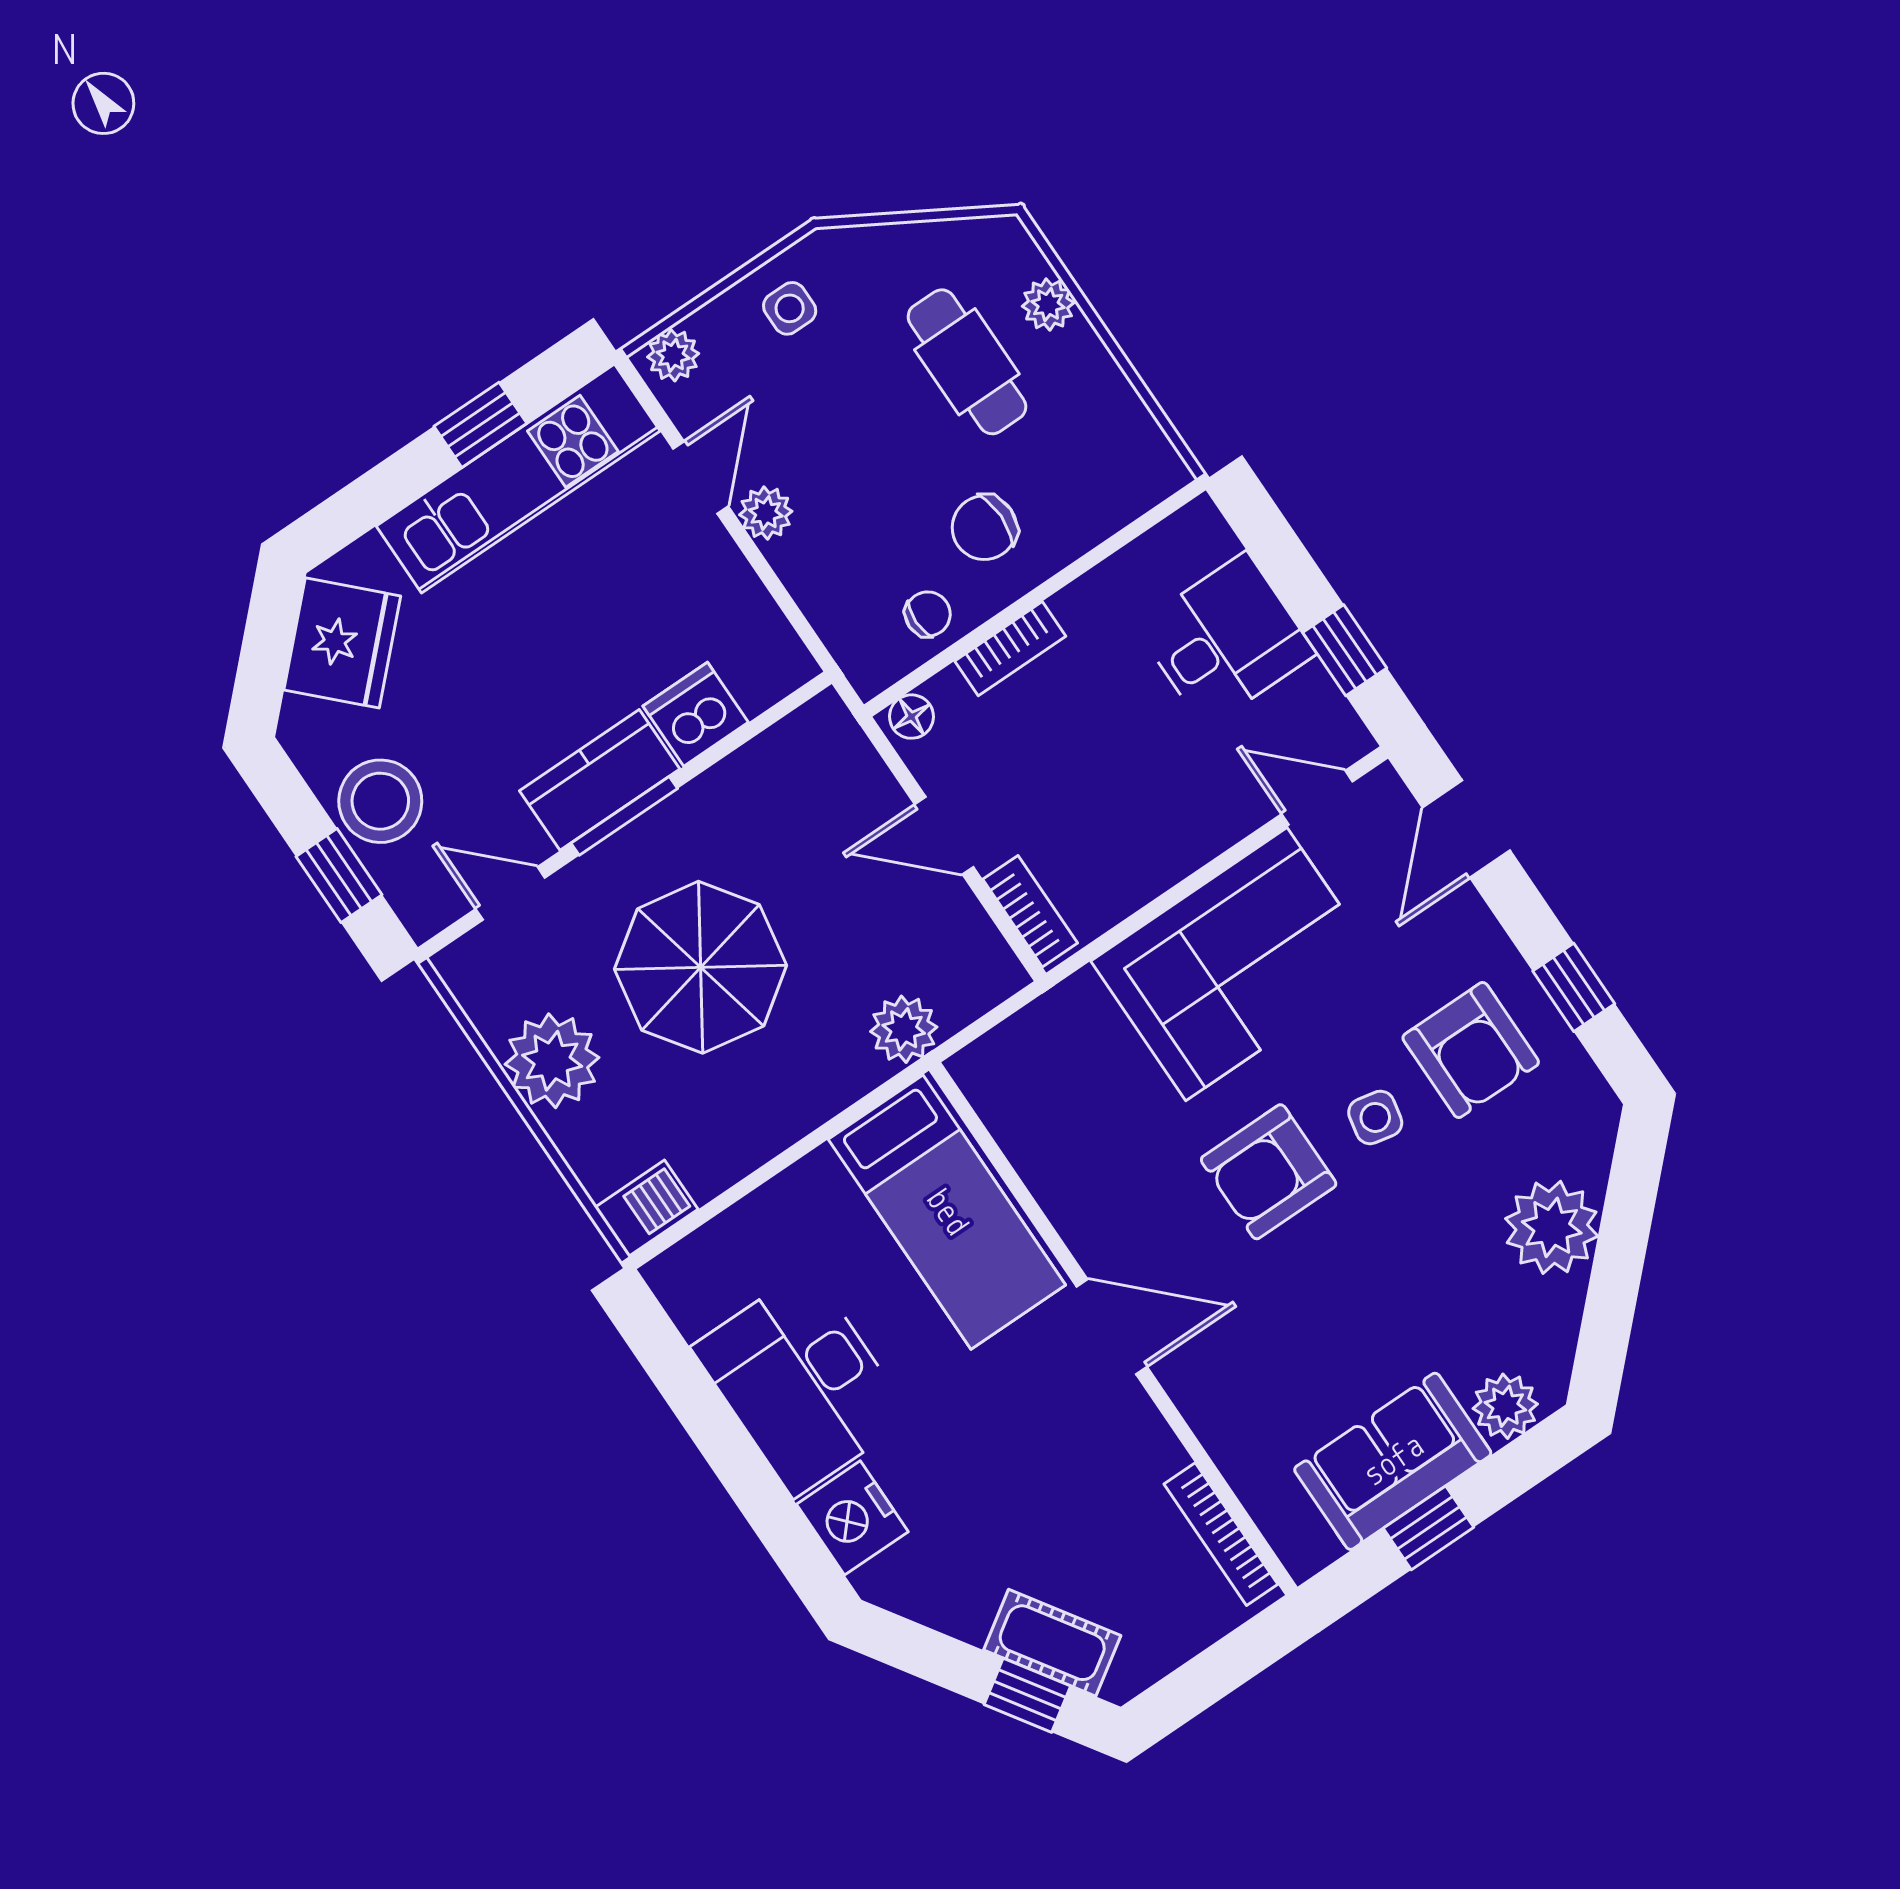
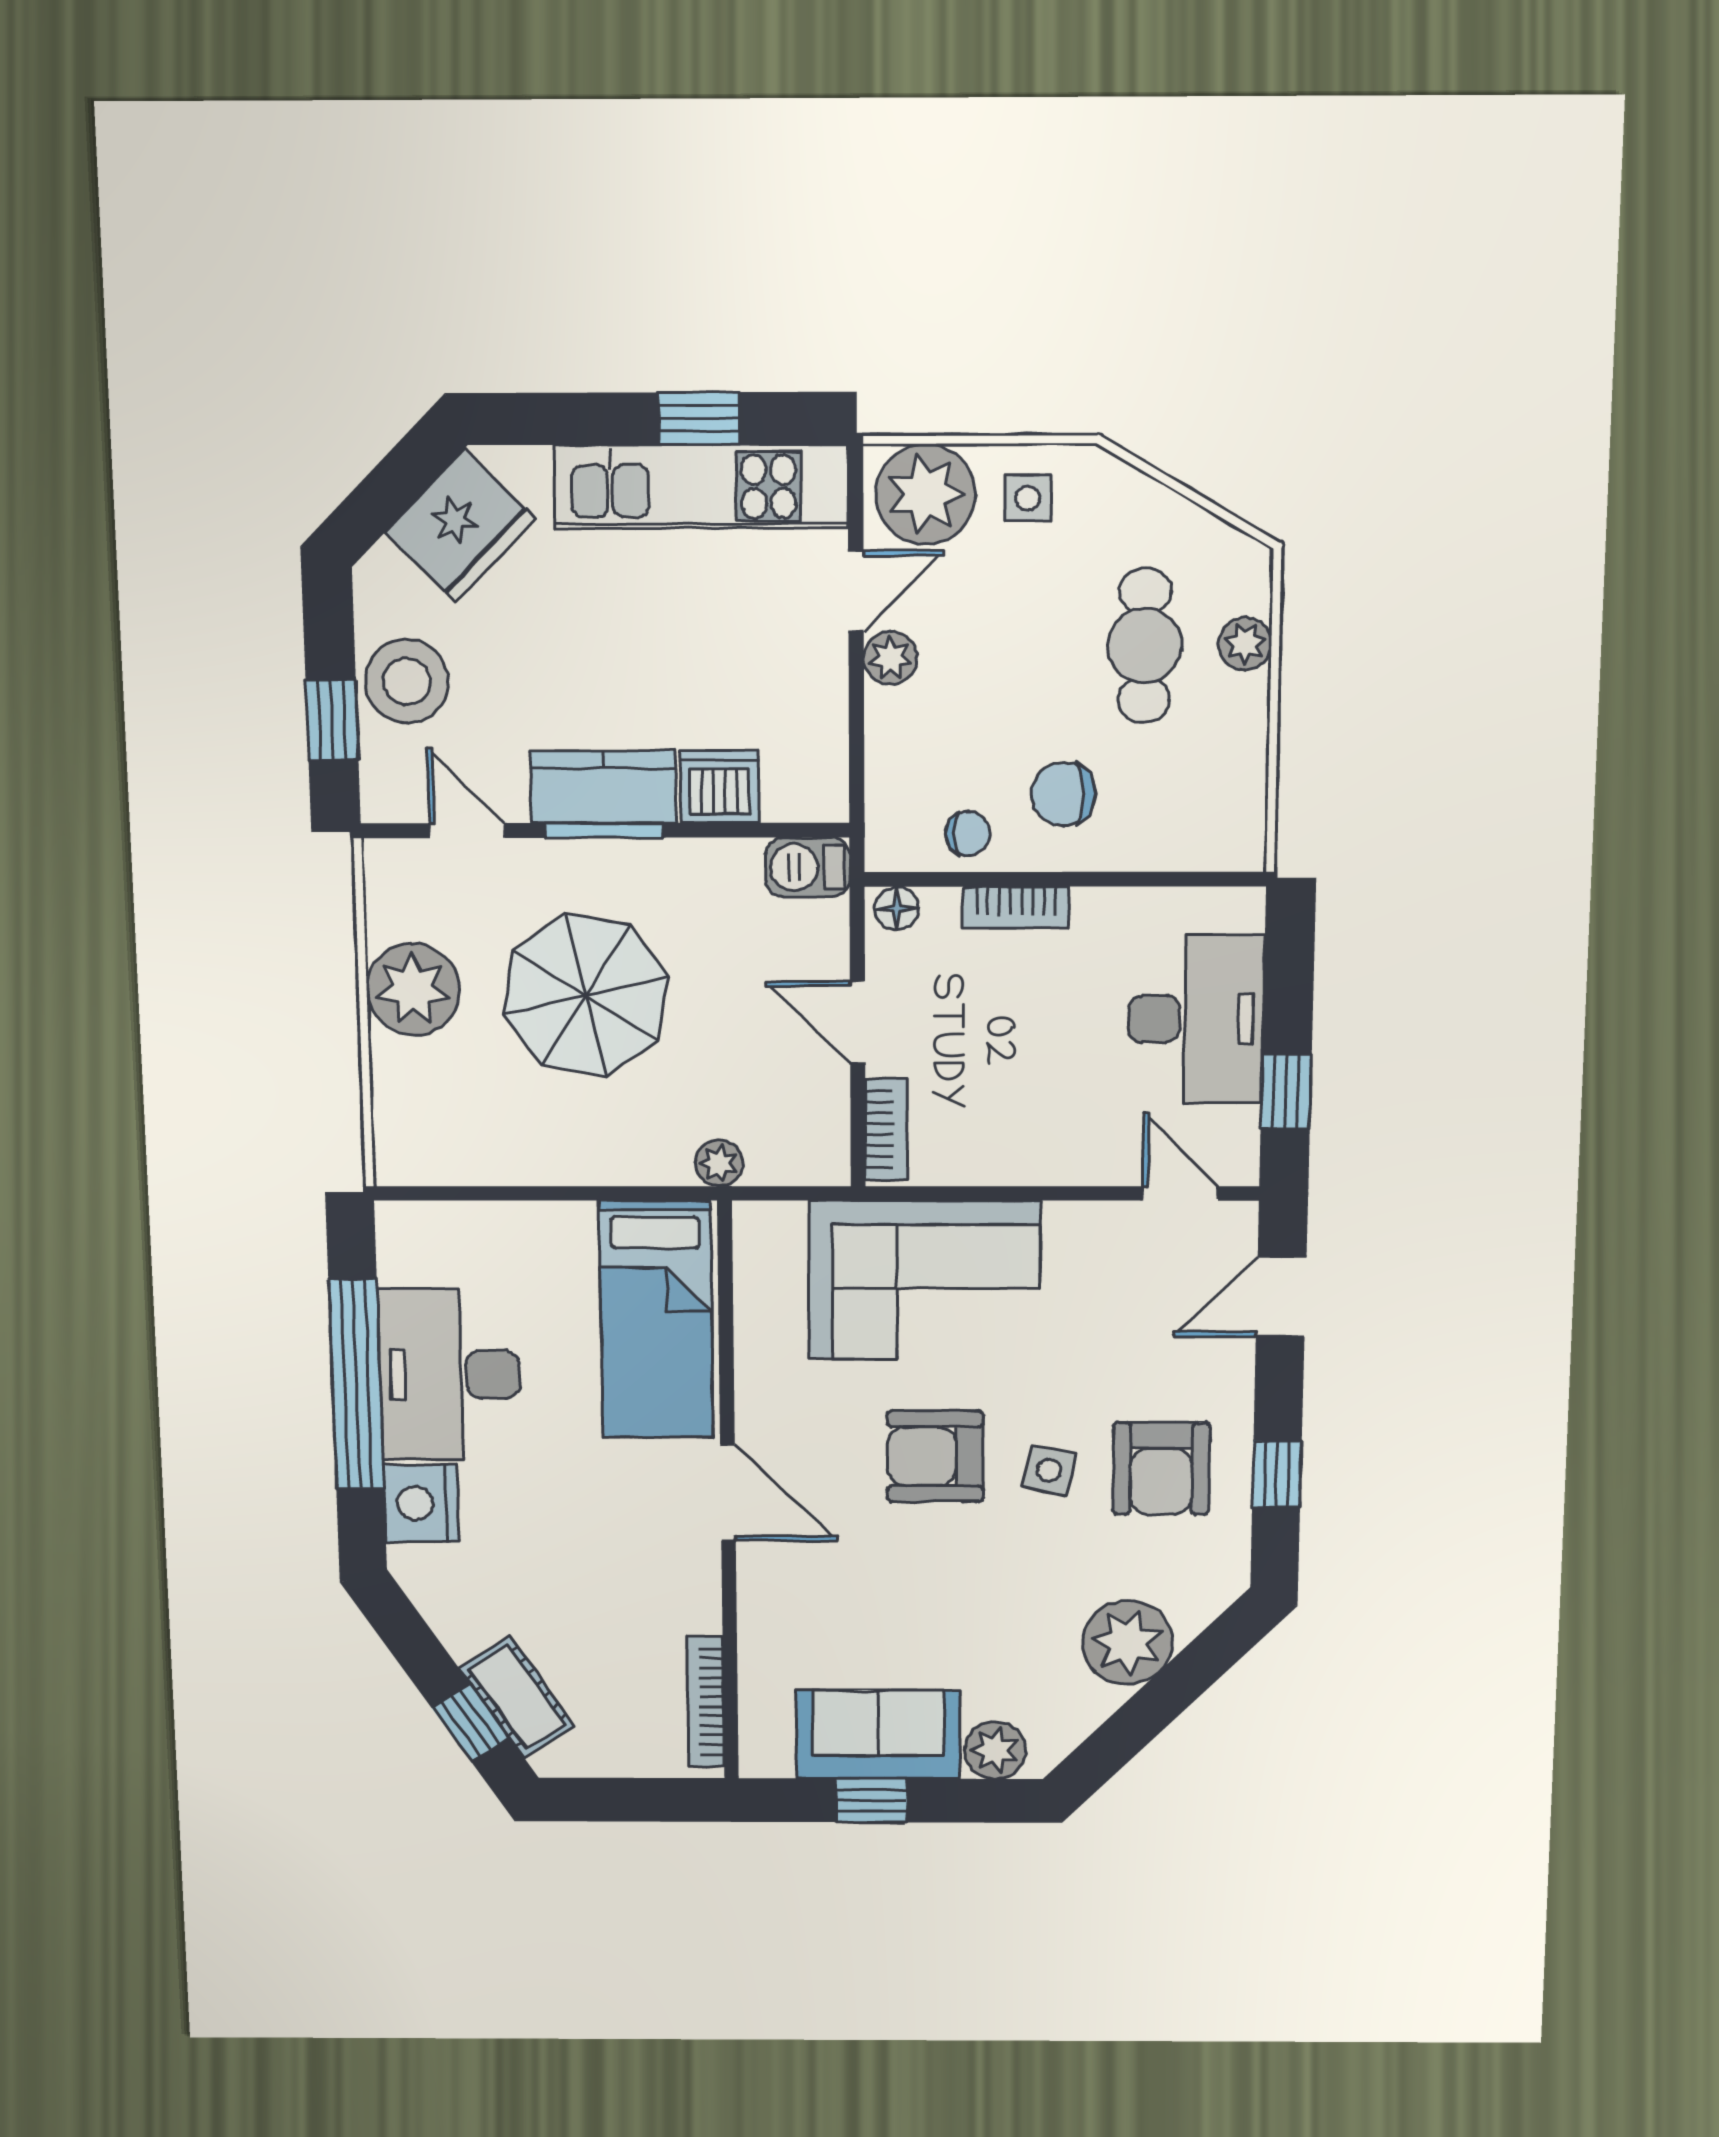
plant: (673, 355) -> (925, 494), width x1.88, depth x1.88
desk: (1226, 640) -> (1196, 1019), width x1.37
corner sofa: (1236, 964) -> (924, 1280), moved
plant: (904, 1029) -> (719, 1163), width x0.73, depth x0.73
barbecue: (646, 1208) -> (807, 867), moved, turned 180
window: (727, 1446) -> (356, 1384), added

